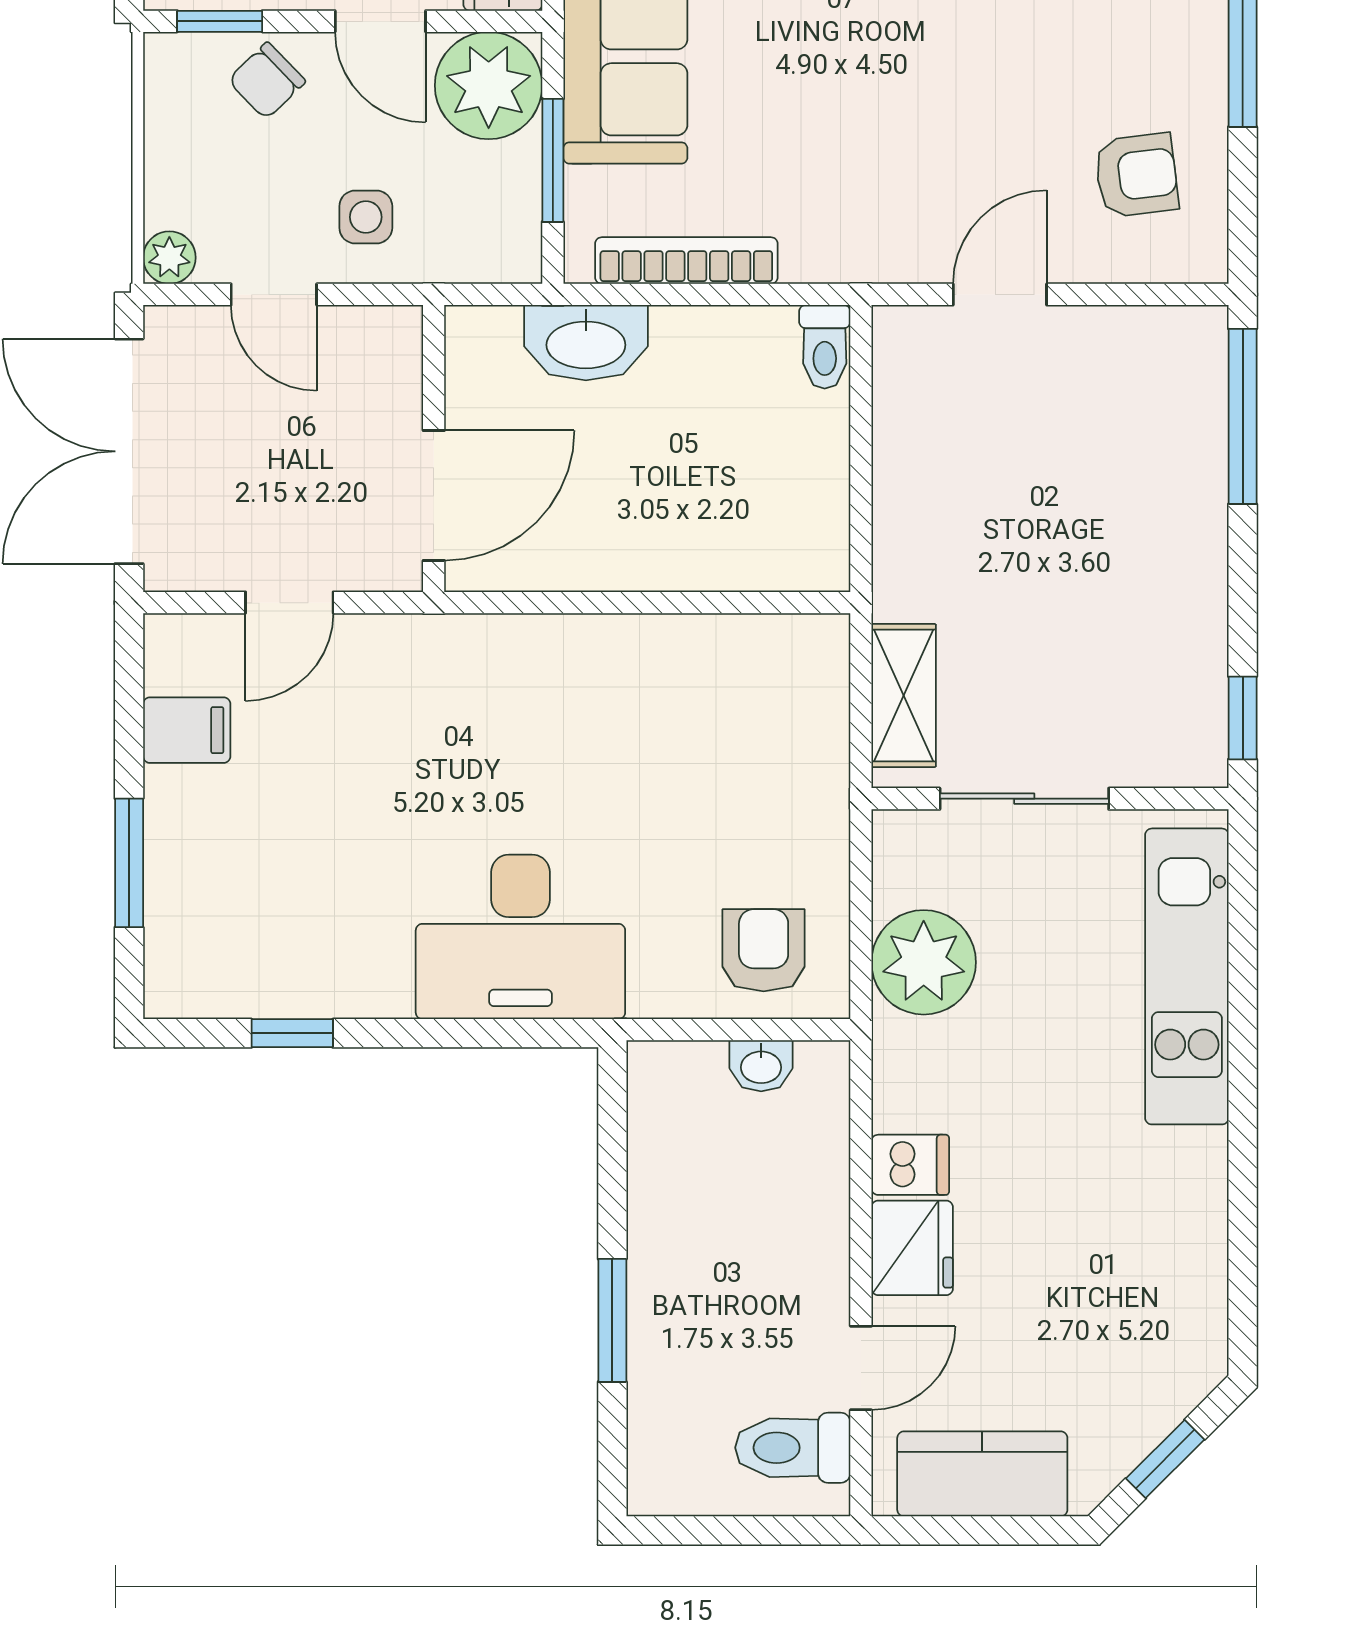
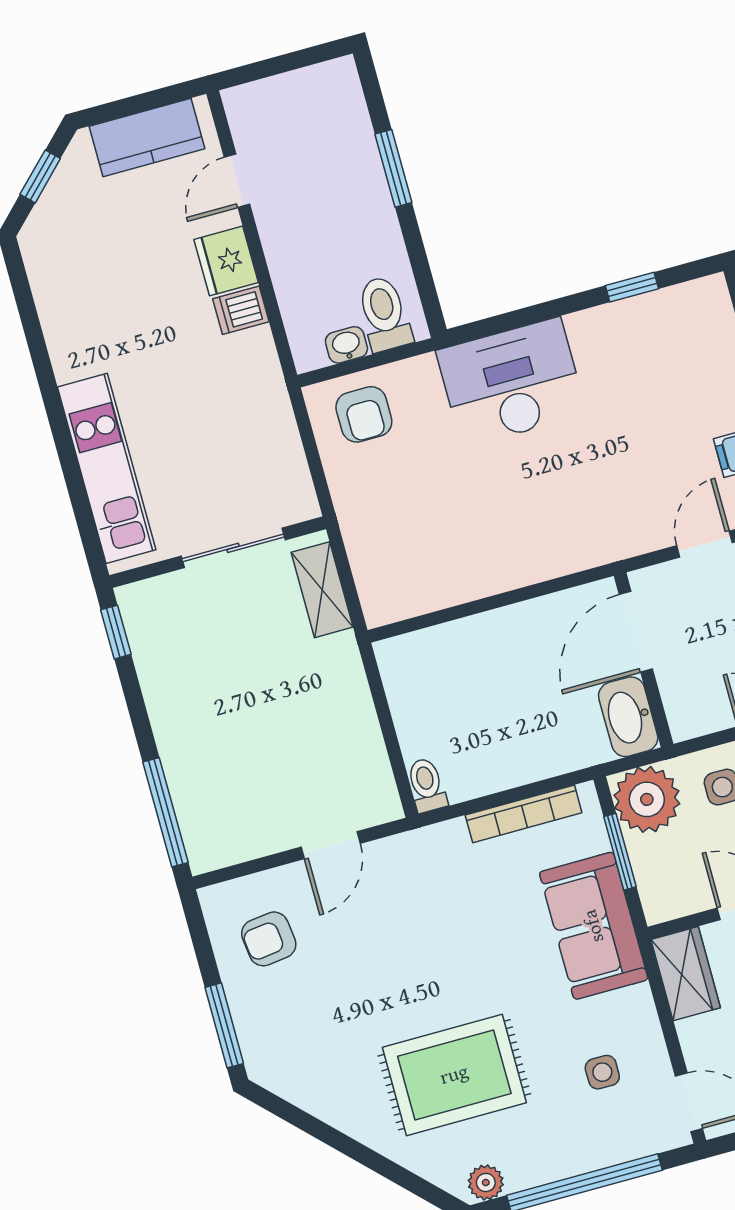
plant: (489, 85) -> (647, 799), moved
washbasin: (586, 343) -> (628, 717), moved, turned -90
plant: (924, 962) -> (266, 434), removed
toilet: (793, 1448) -> (384, 314), moved, turned -90

